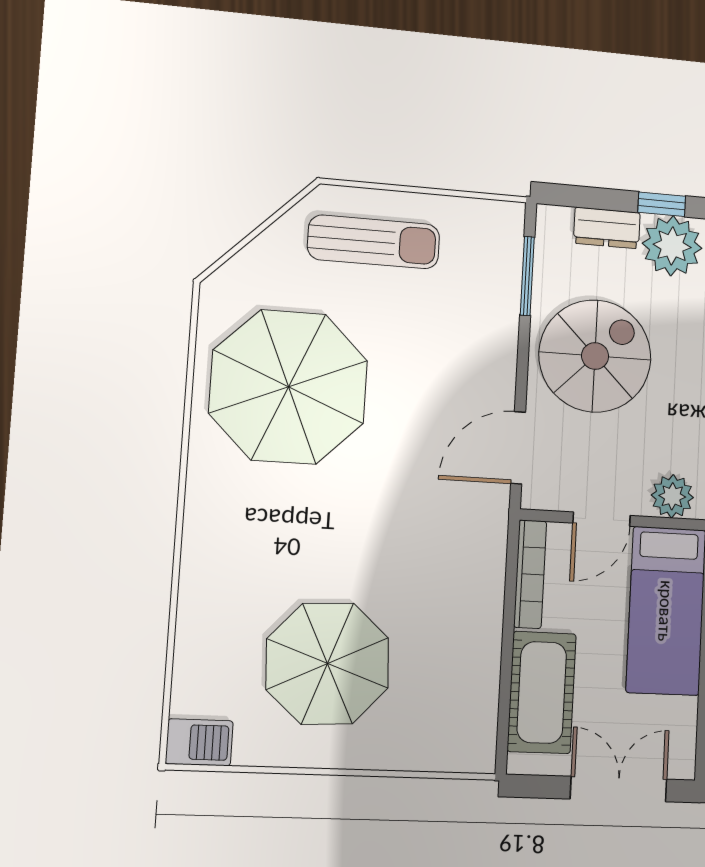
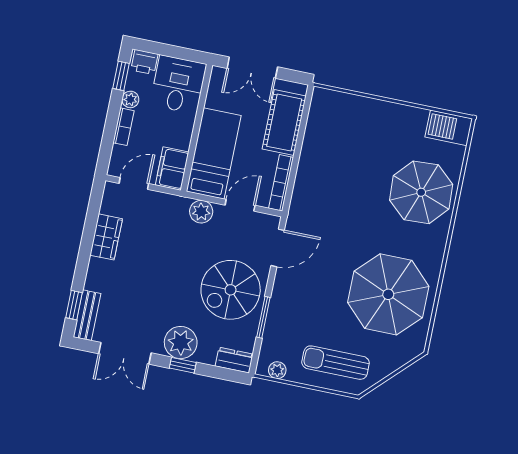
plant: (484, 215) -> (277, 370), added
dresser: (607, 228) -> (234, 360), moved
window: (527, 276) -> (263, 317), moved
parasol: (328, 664) -> (421, 192), moved
barbecue: (199, 742) -> (449, 128), width x1.38, depth x1.27

